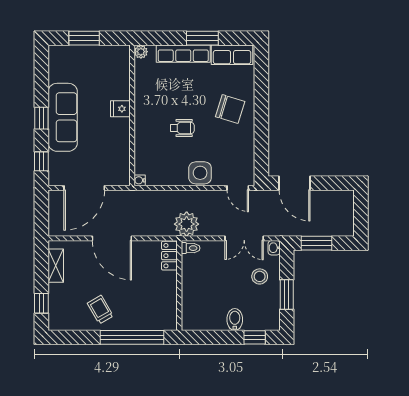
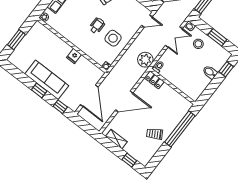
fridge: (120, 109) -> (74, 56), moved
side table: (200, 173) -> (113, 38), moved

